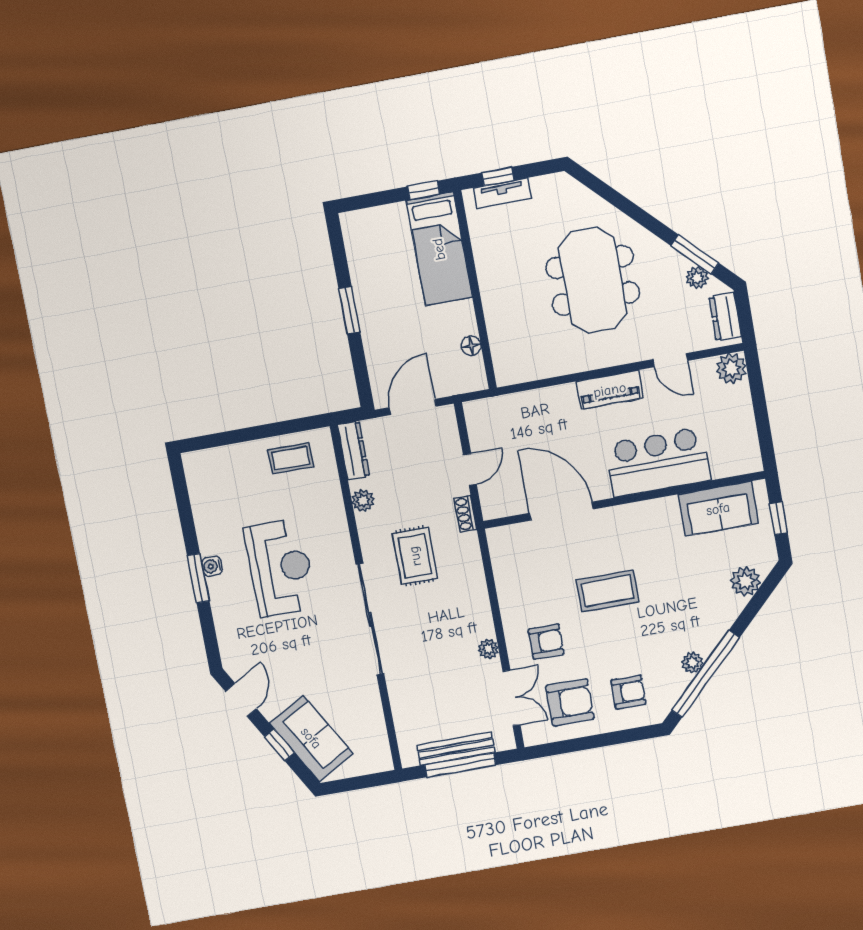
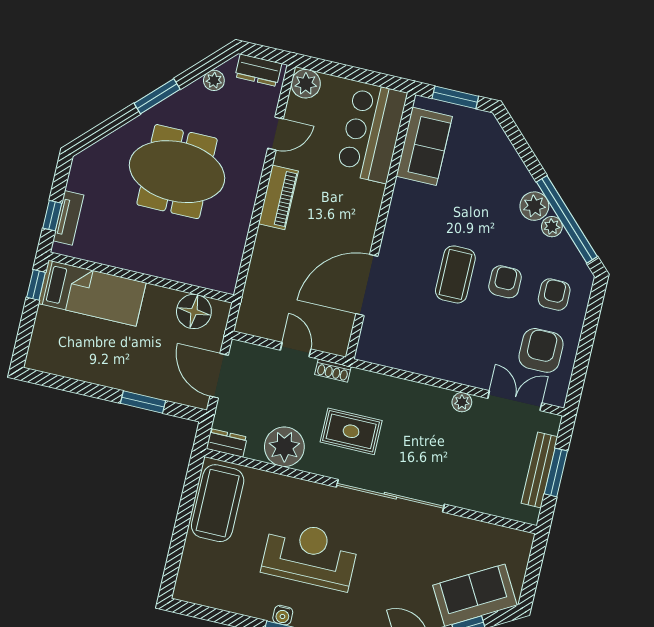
window: (695, 254) -> (157, 96), moved
window: (349, 310) -> (143, 402), moved
floor lamp: (471, 346) -> (194, 311), width x1.89, depth x1.89
dresser: (353, 451) -> (227, 443), width x0.70
coffee table: (291, 458) -> (218, 503), width x1.86, depth x1.72
bar counter: (658, 462) -> (372, 133), moved
plant: (363, 501) -> (284, 447), width x1.88, depth x1.88
window: (778, 518) -> (455, 97), width x1.50
plant: (746, 581) -> (534, 206), moved
armchair: (546, 642) -> (505, 282), moved
window: (460, 765) -> (556, 472), width x0.69

